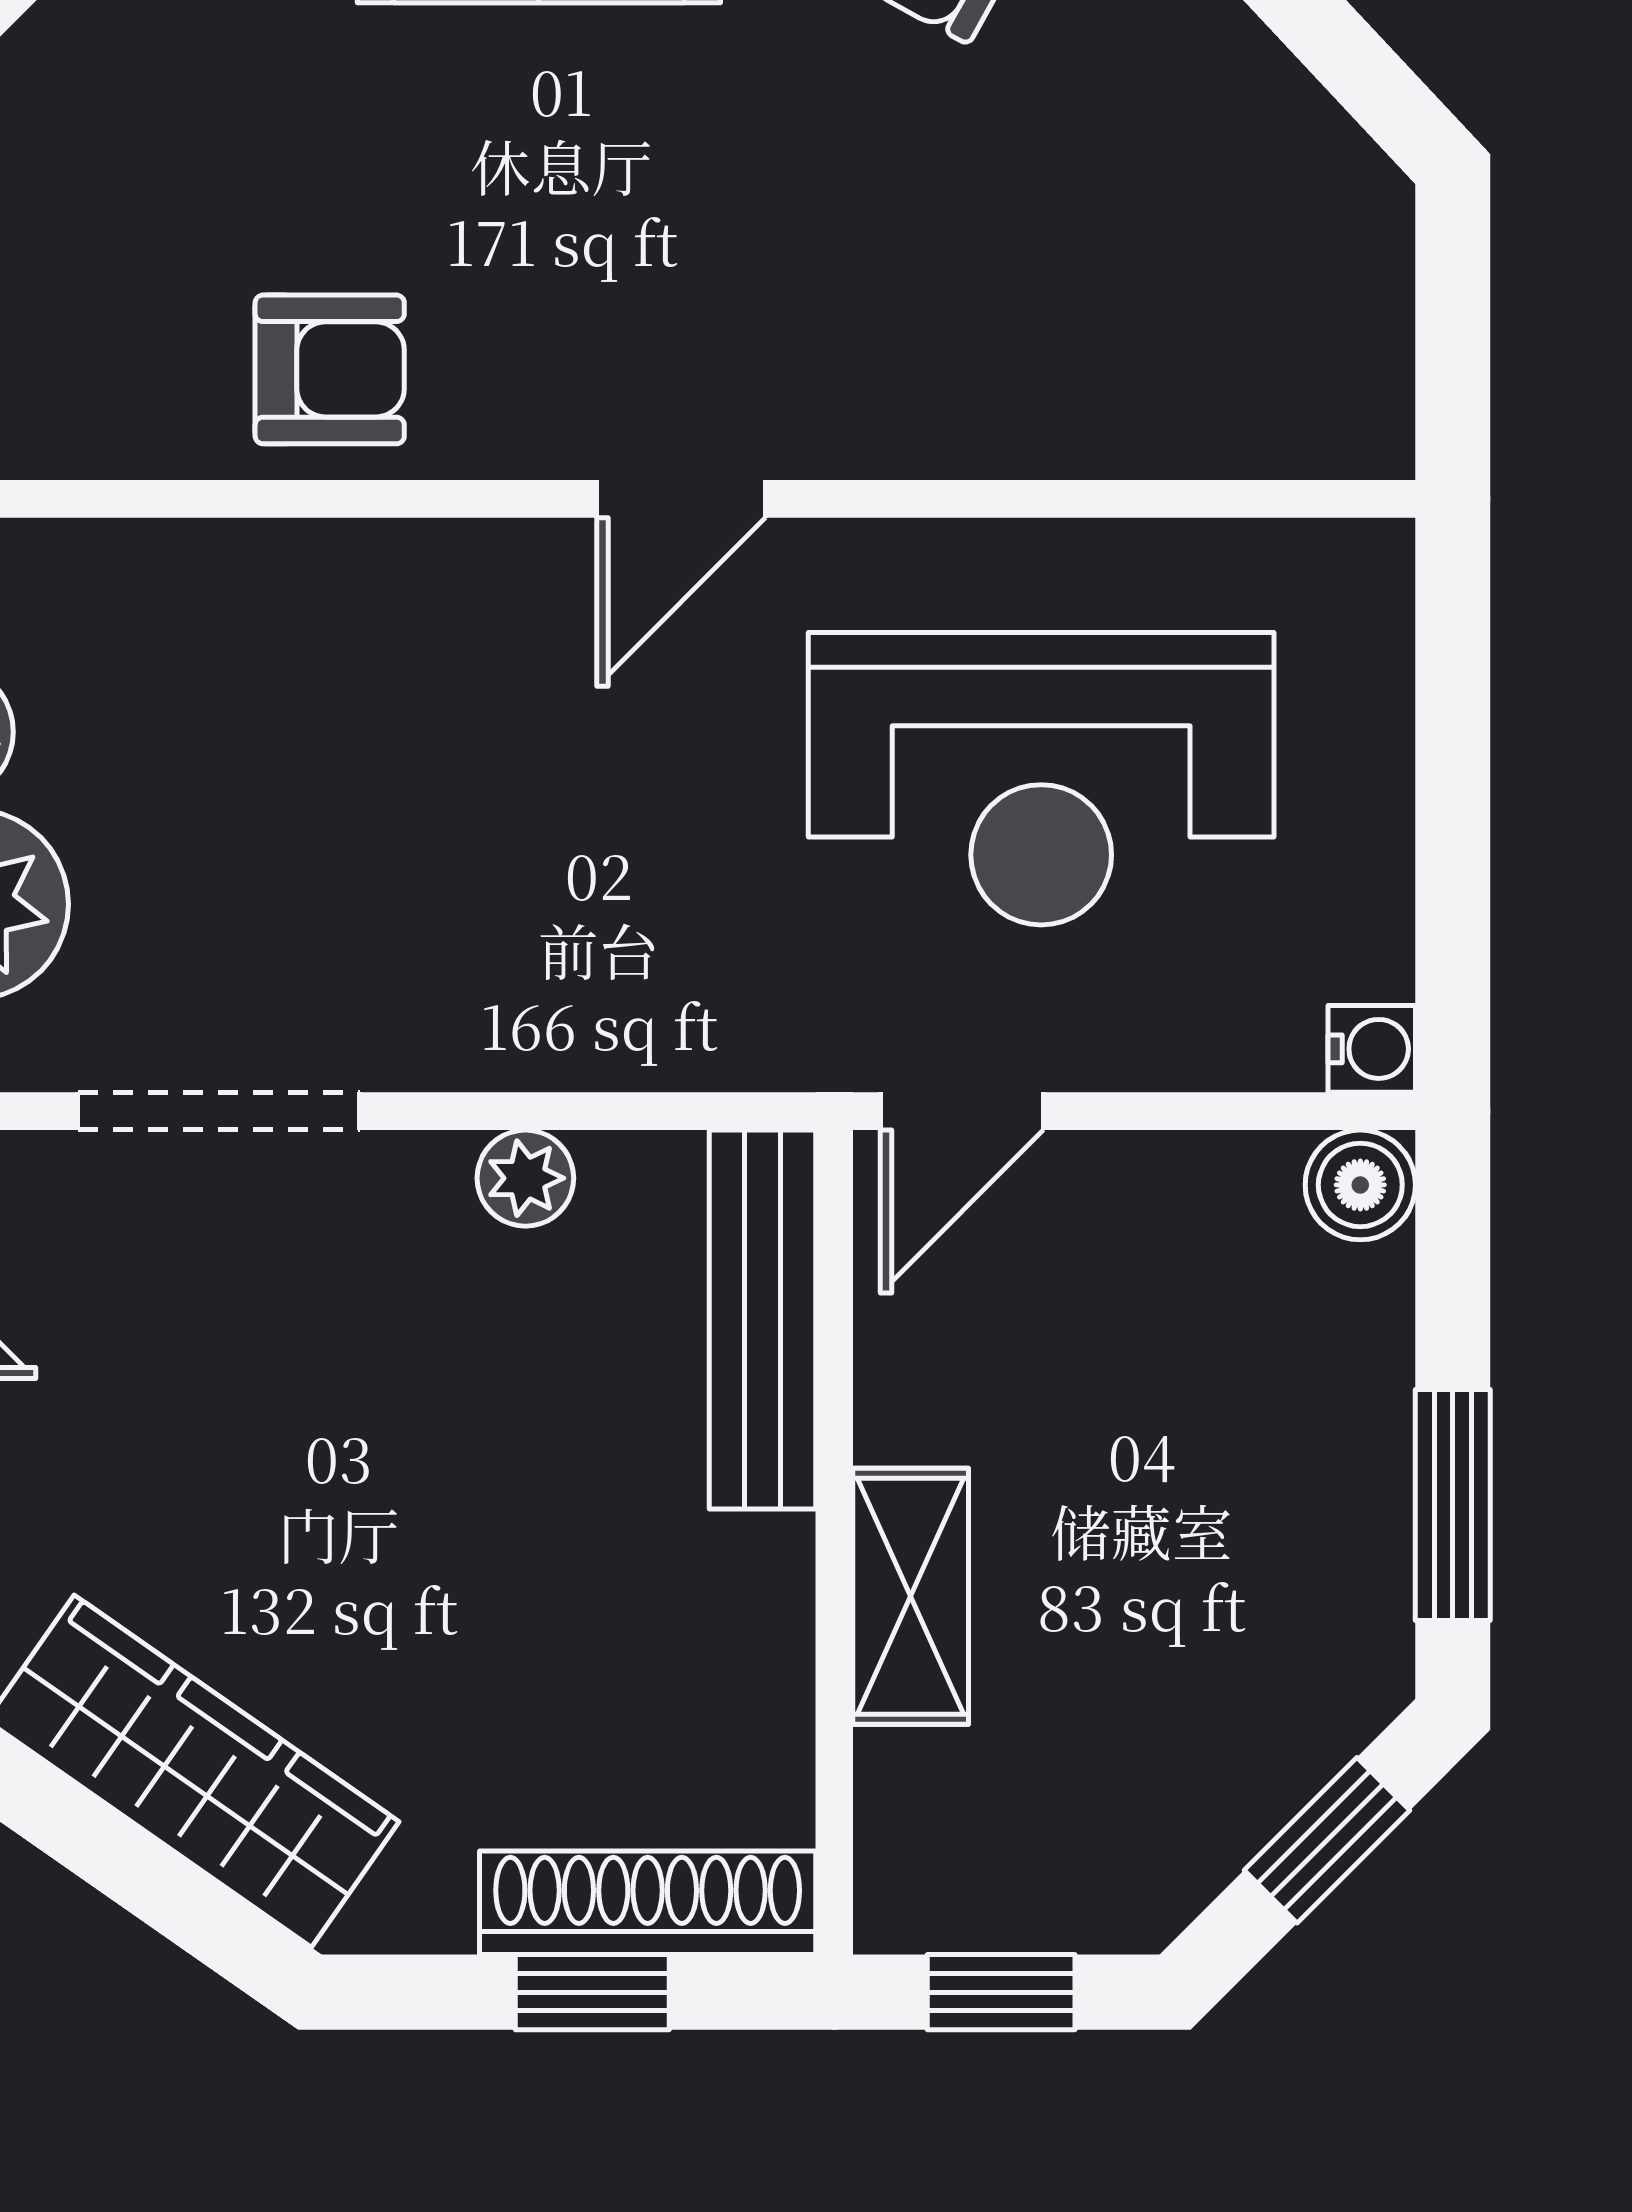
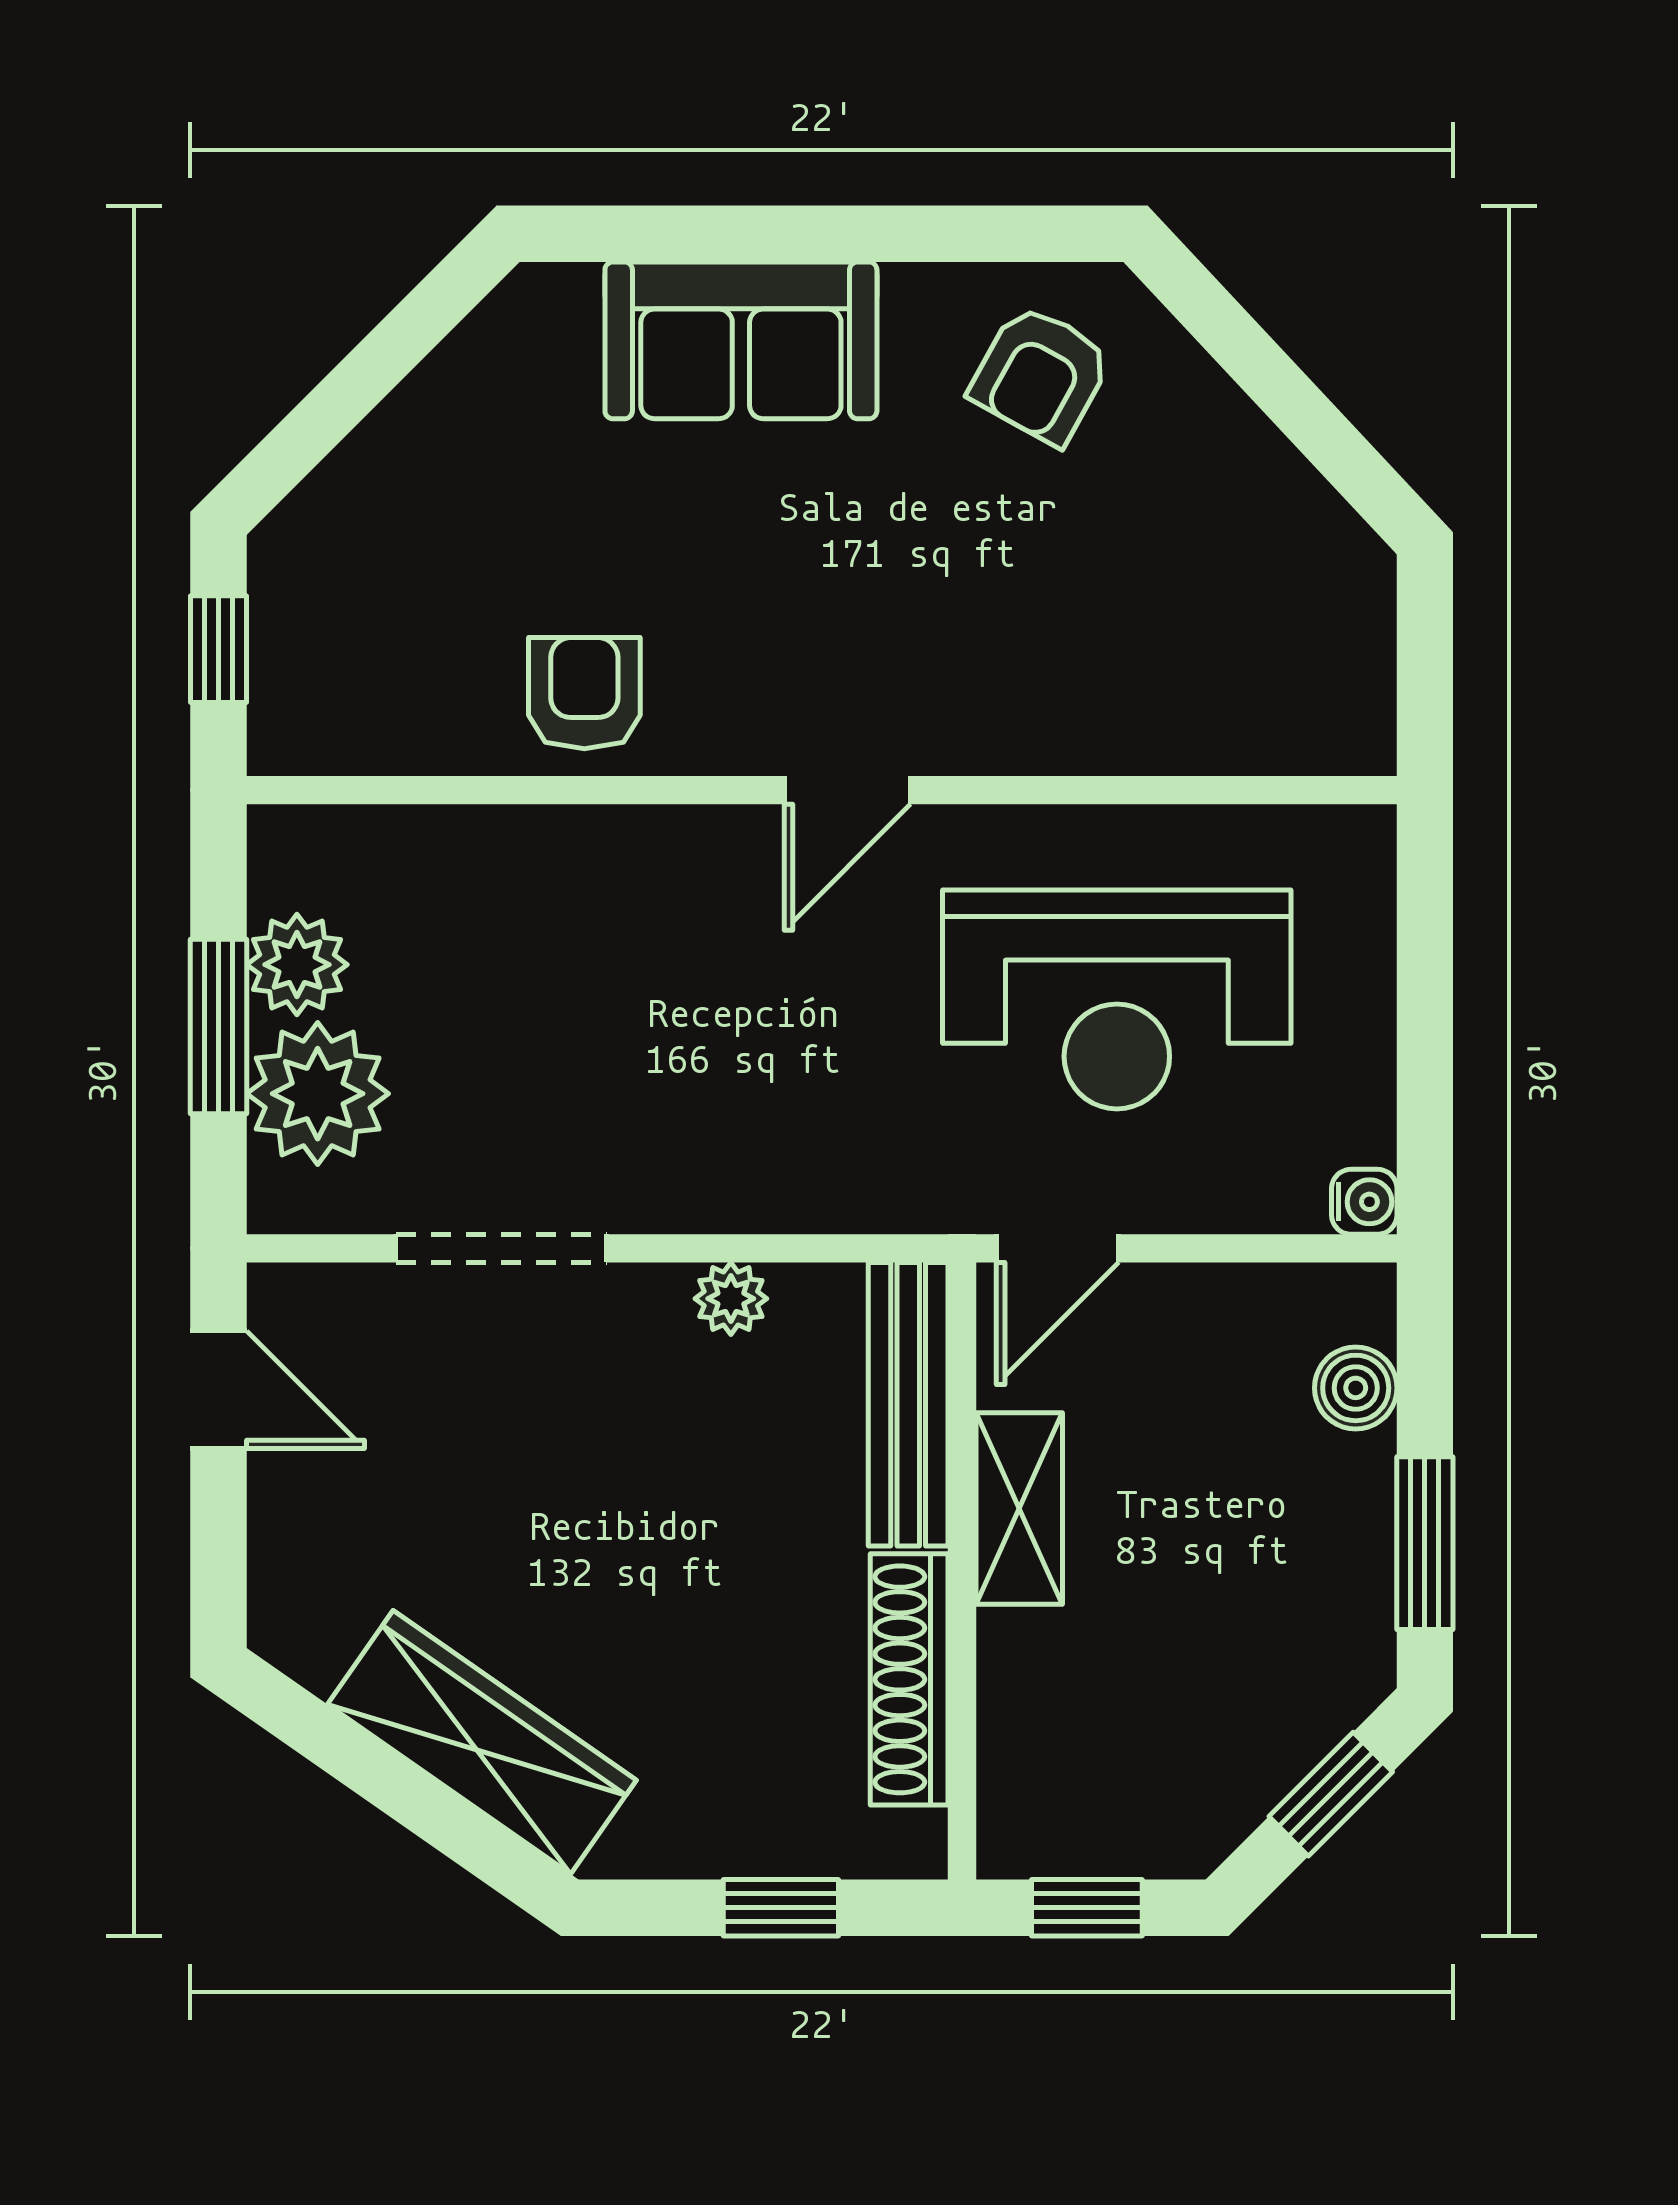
armchair: (330, 369) -> (584, 693), turned -90
boiler: (1360, 1185) -> (1356, 1388), moved
shelving: (911, 1596) -> (1019, 1509), moved
shoe rack: (648, 1903) -> (909, 1679), moved, turned -90

